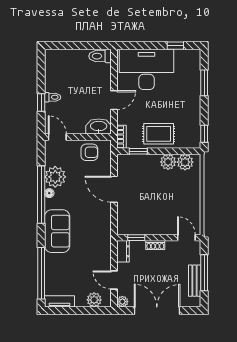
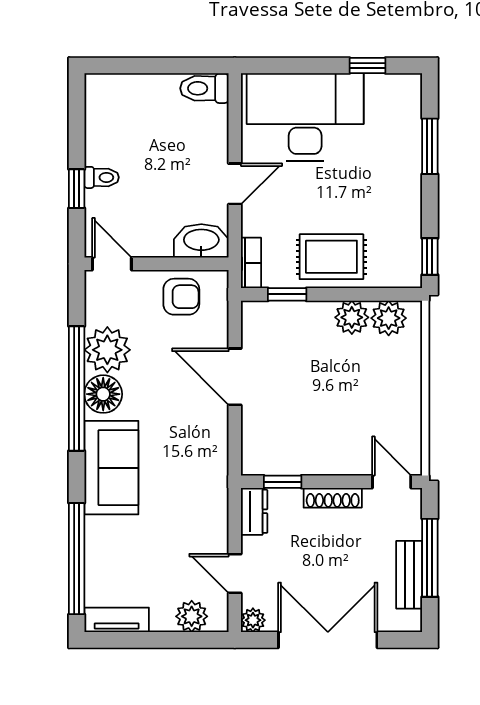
floor lamp: (49, 193) -> (103, 394), width x1.89, depth x1.89
shoe rack: (155, 245) -> (333, 498), width x1.43

